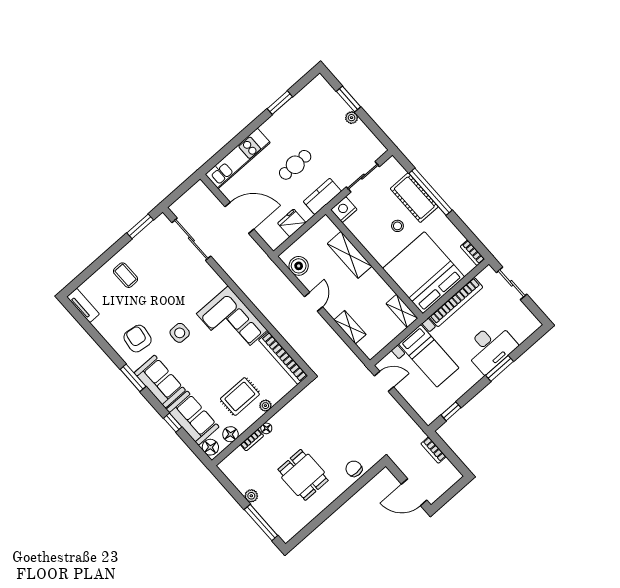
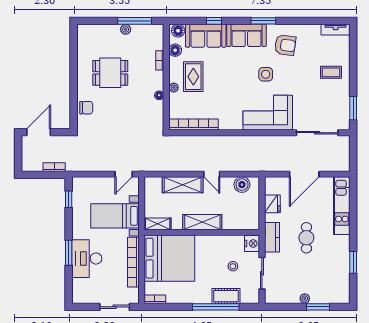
cot: (414, 198) -> (226, 296), width x0.73, depth x0.75
stool: (397, 226) -> (233, 266), moved
shelving: (350, 255) -> (202, 222), moved
corner sofa: (232, 322) -> (268, 113), moved
shelving: (350, 327) -> (183, 185), width x1.50, depth x1.33
floor lamp: (266, 428) -> (159, 95), moved
window: (261, 523) -> (135, 21), moved

